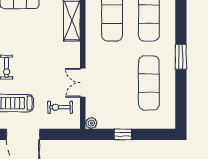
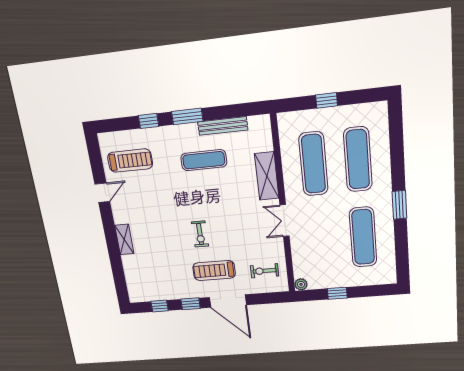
double door: (83, 83) -> (285, 221), moved

